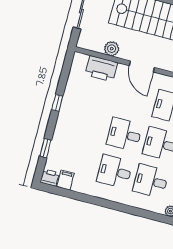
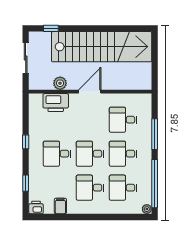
door: (142, 66) -> (90, 92), swing flipped
desk: (88, 125) -> (57, 154), added
filing cabinet: (65, 180) -> (60, 206), moved

